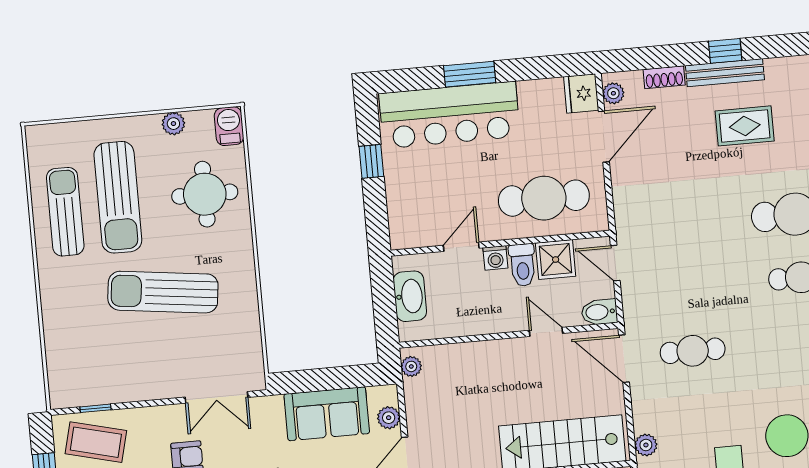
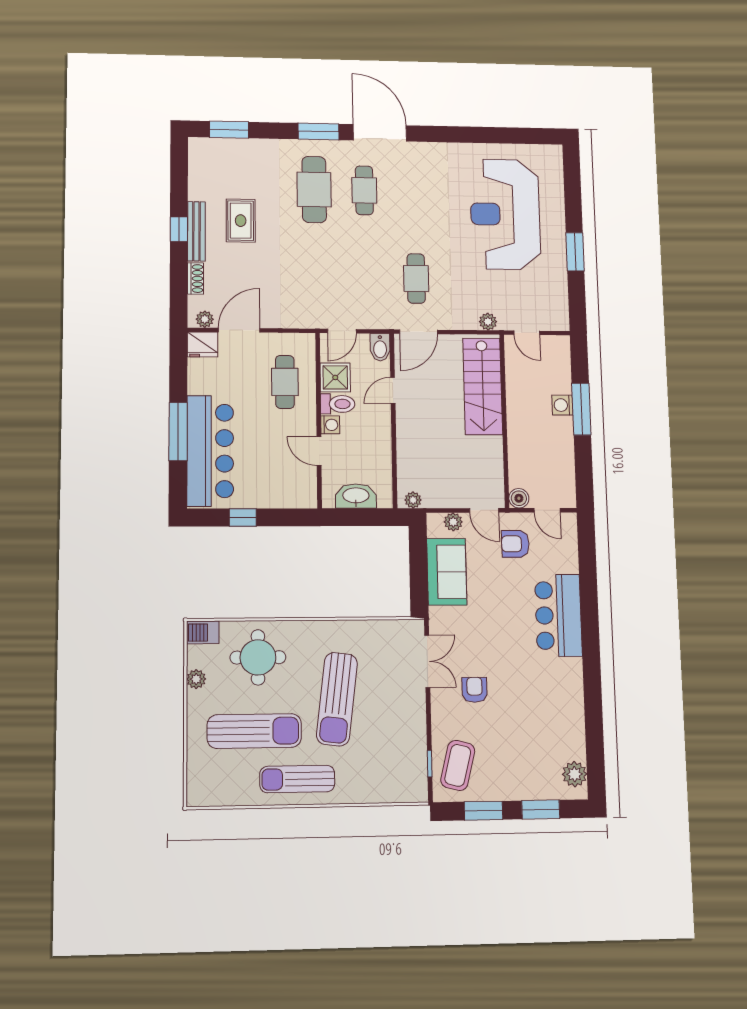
window: (470, 74) -> (178, 432), width x1.44
door: (604, 137) -> (239, 330), hinge flipped
cafe table: (544, 198) -> (285, 382), width x0.73, depth x0.74
sun lounger: (65, 212) -> (297, 779), moved

